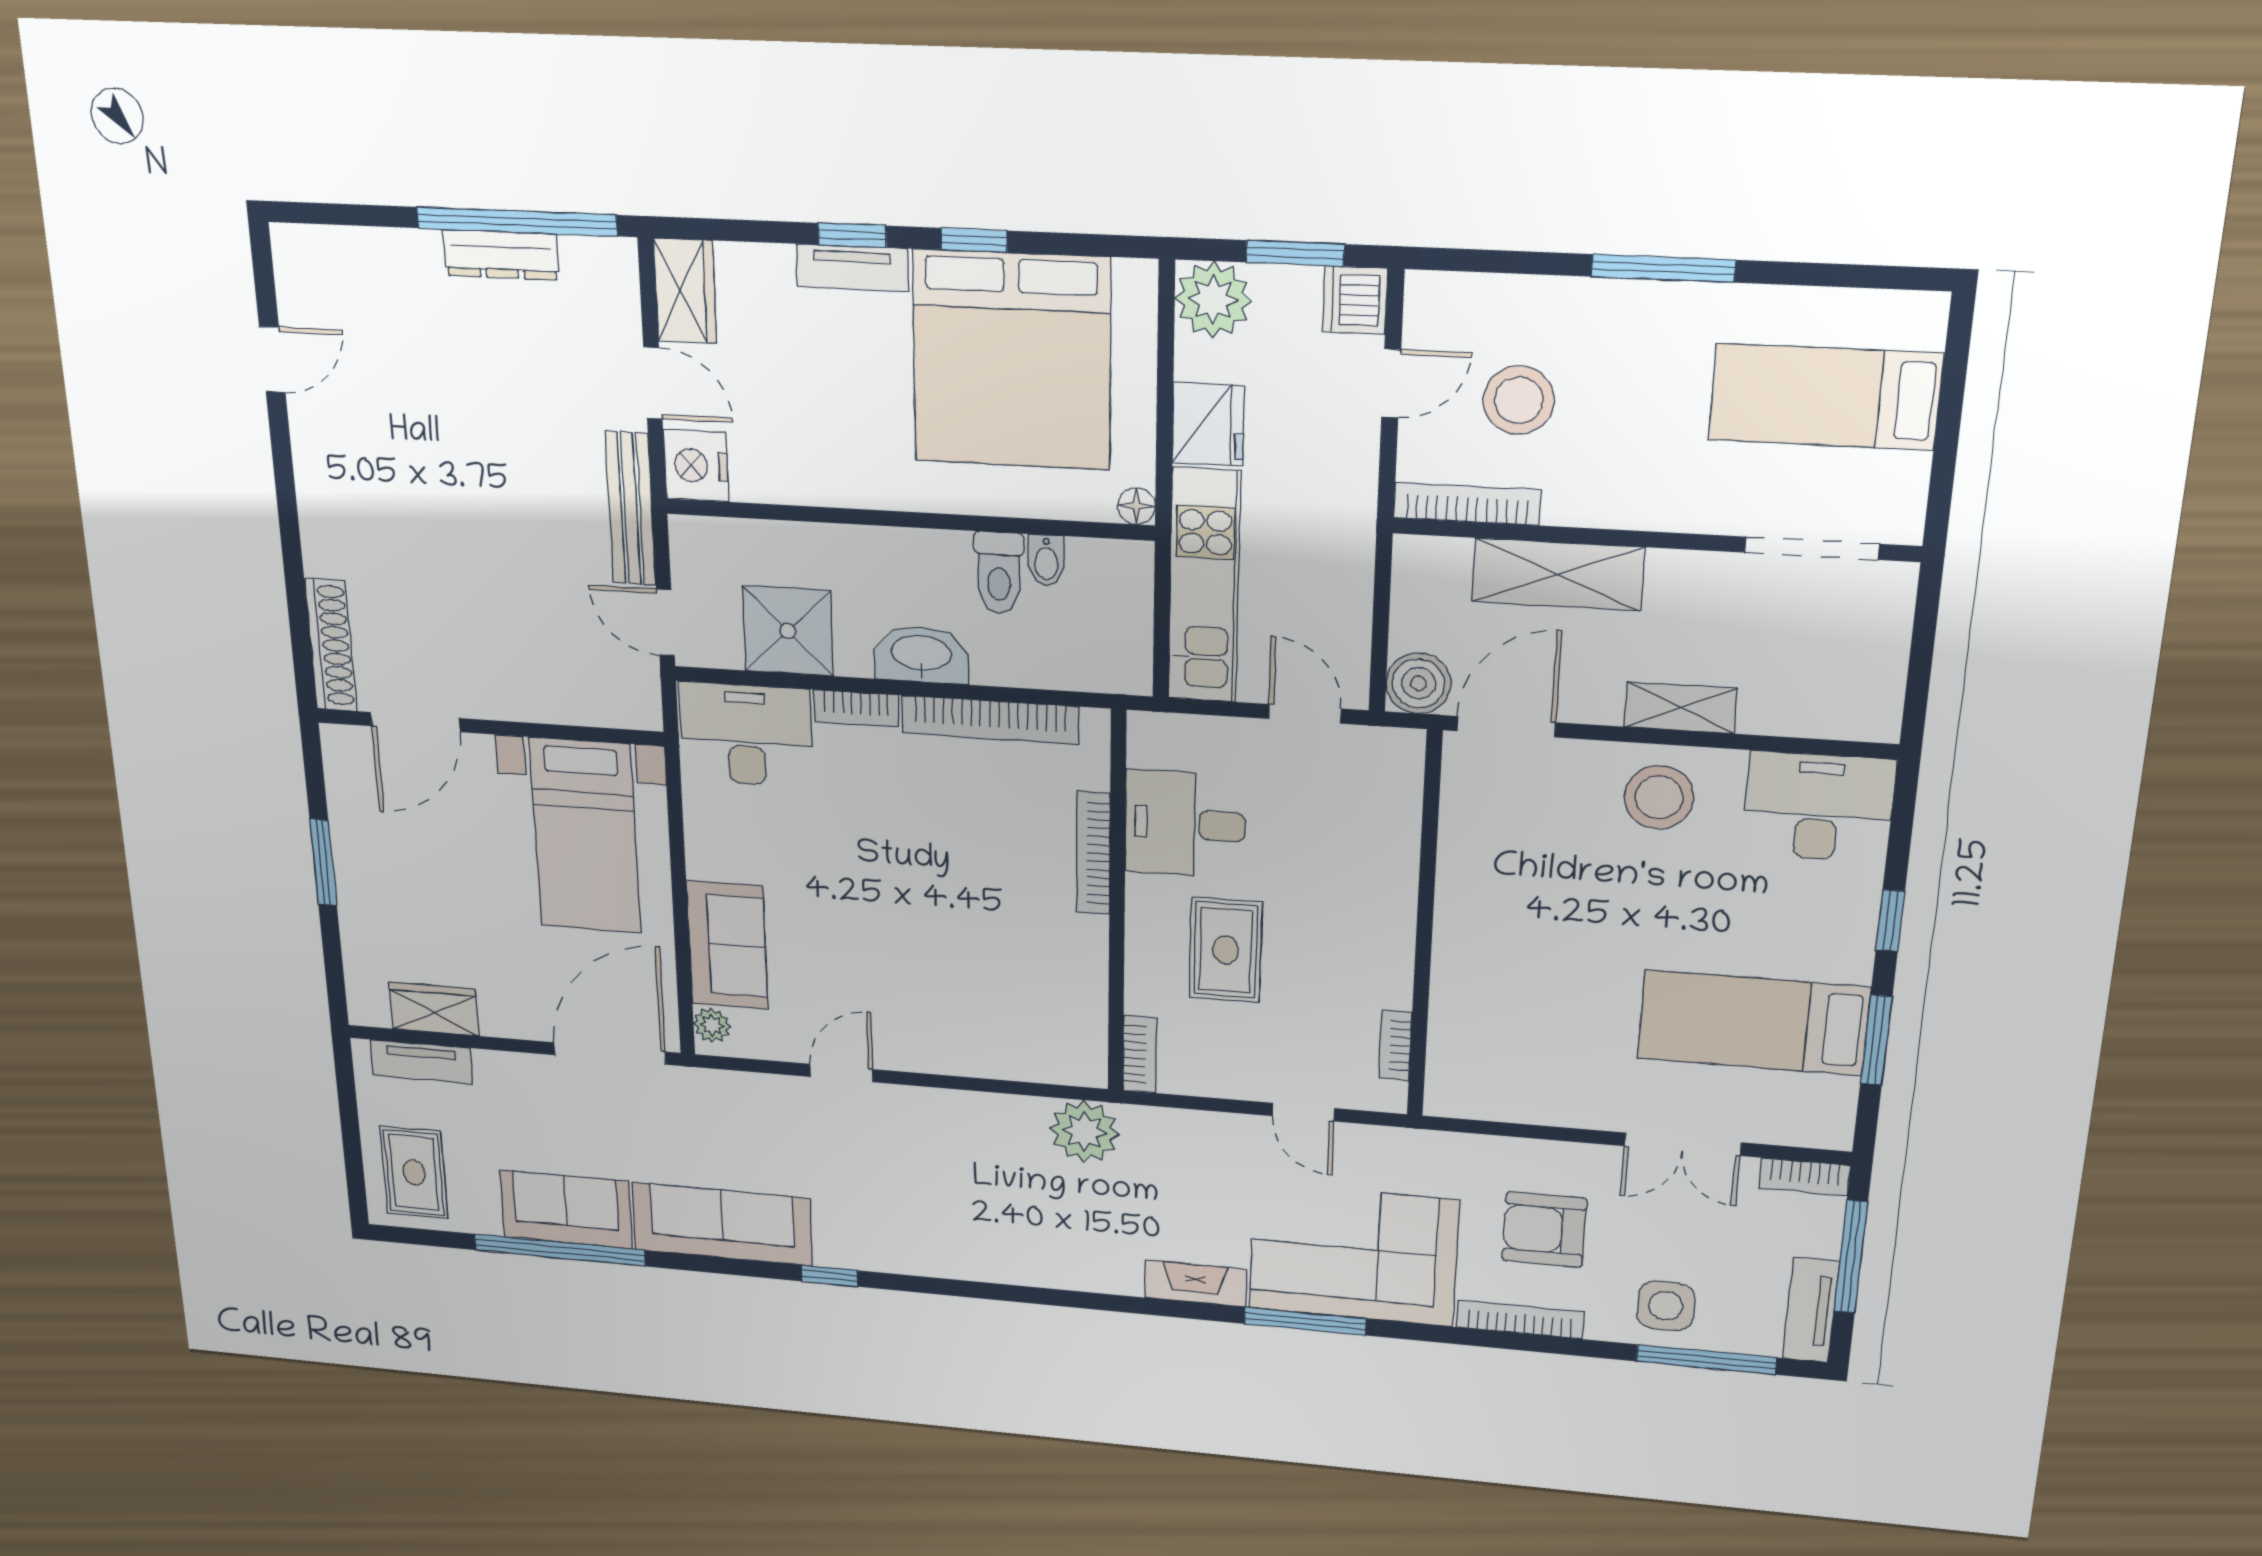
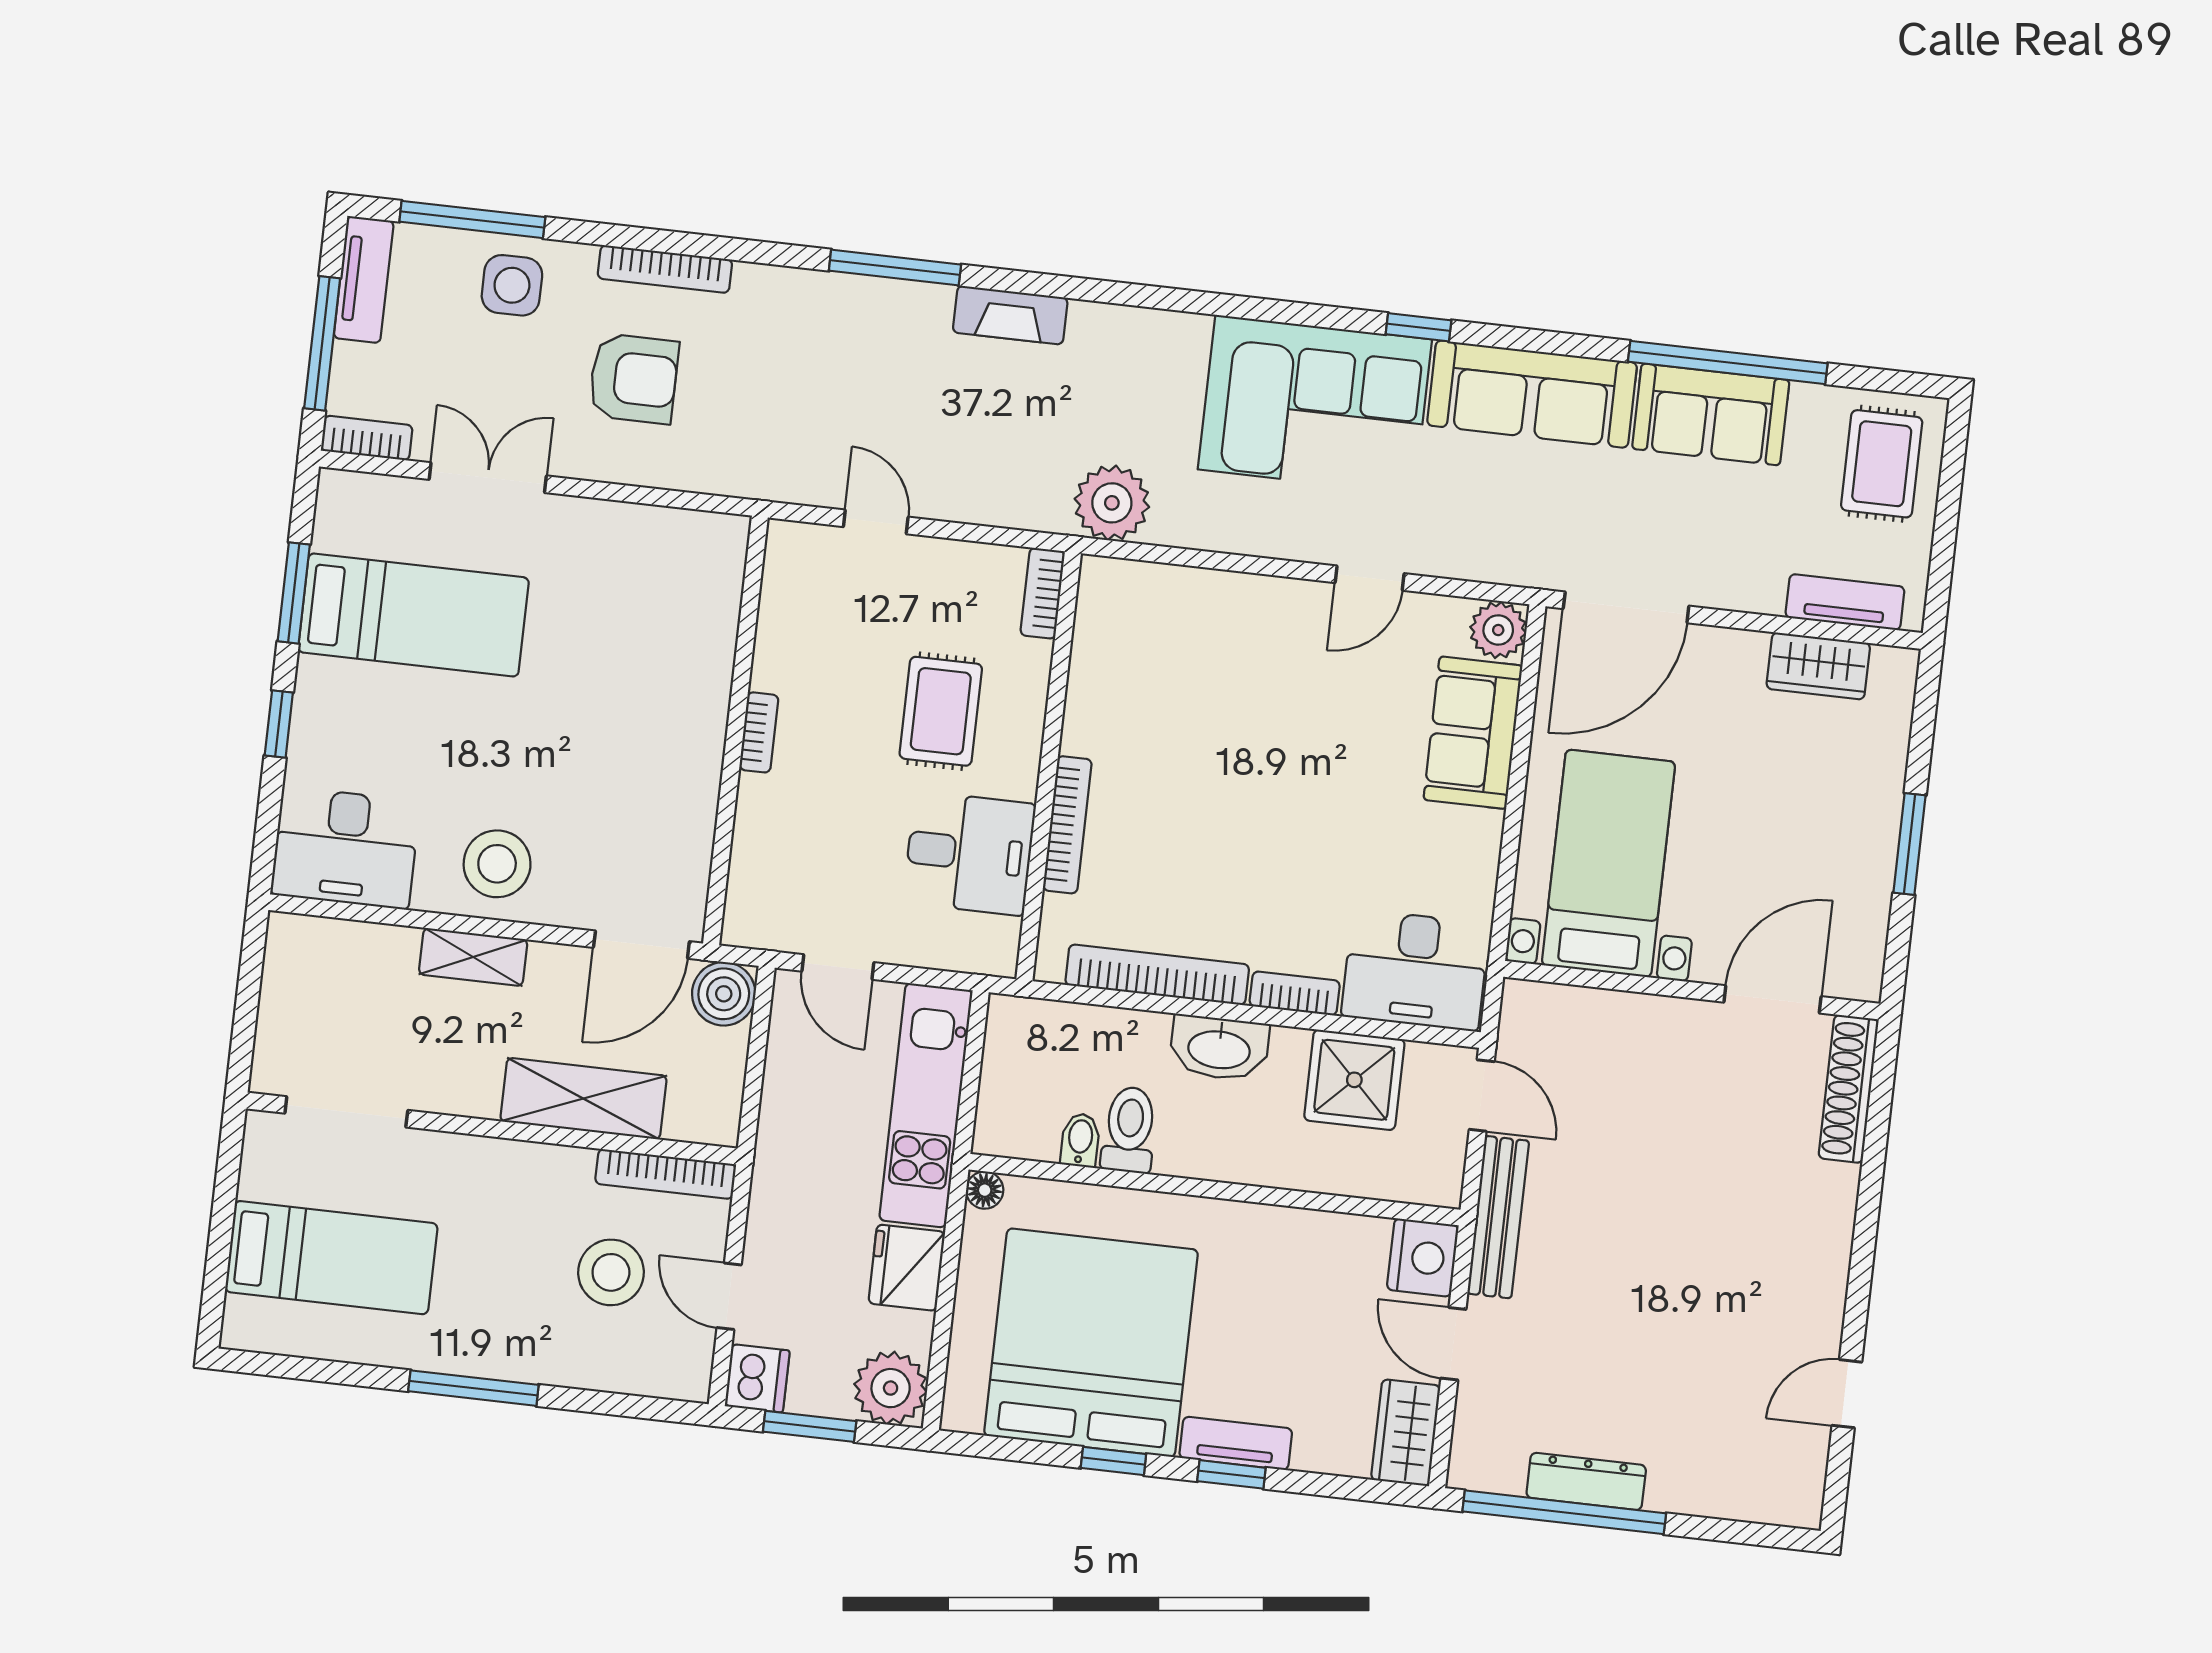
door: (1391, 383) -> (729, 1296), hinge flipped
plant: (712, 1025) -> (1498, 630), width x1.38, depth x1.38
bookcase: (1395, 1045) -> (759, 732), moved
corner sofa: (1353, 1255) -> (1315, 404), moved

